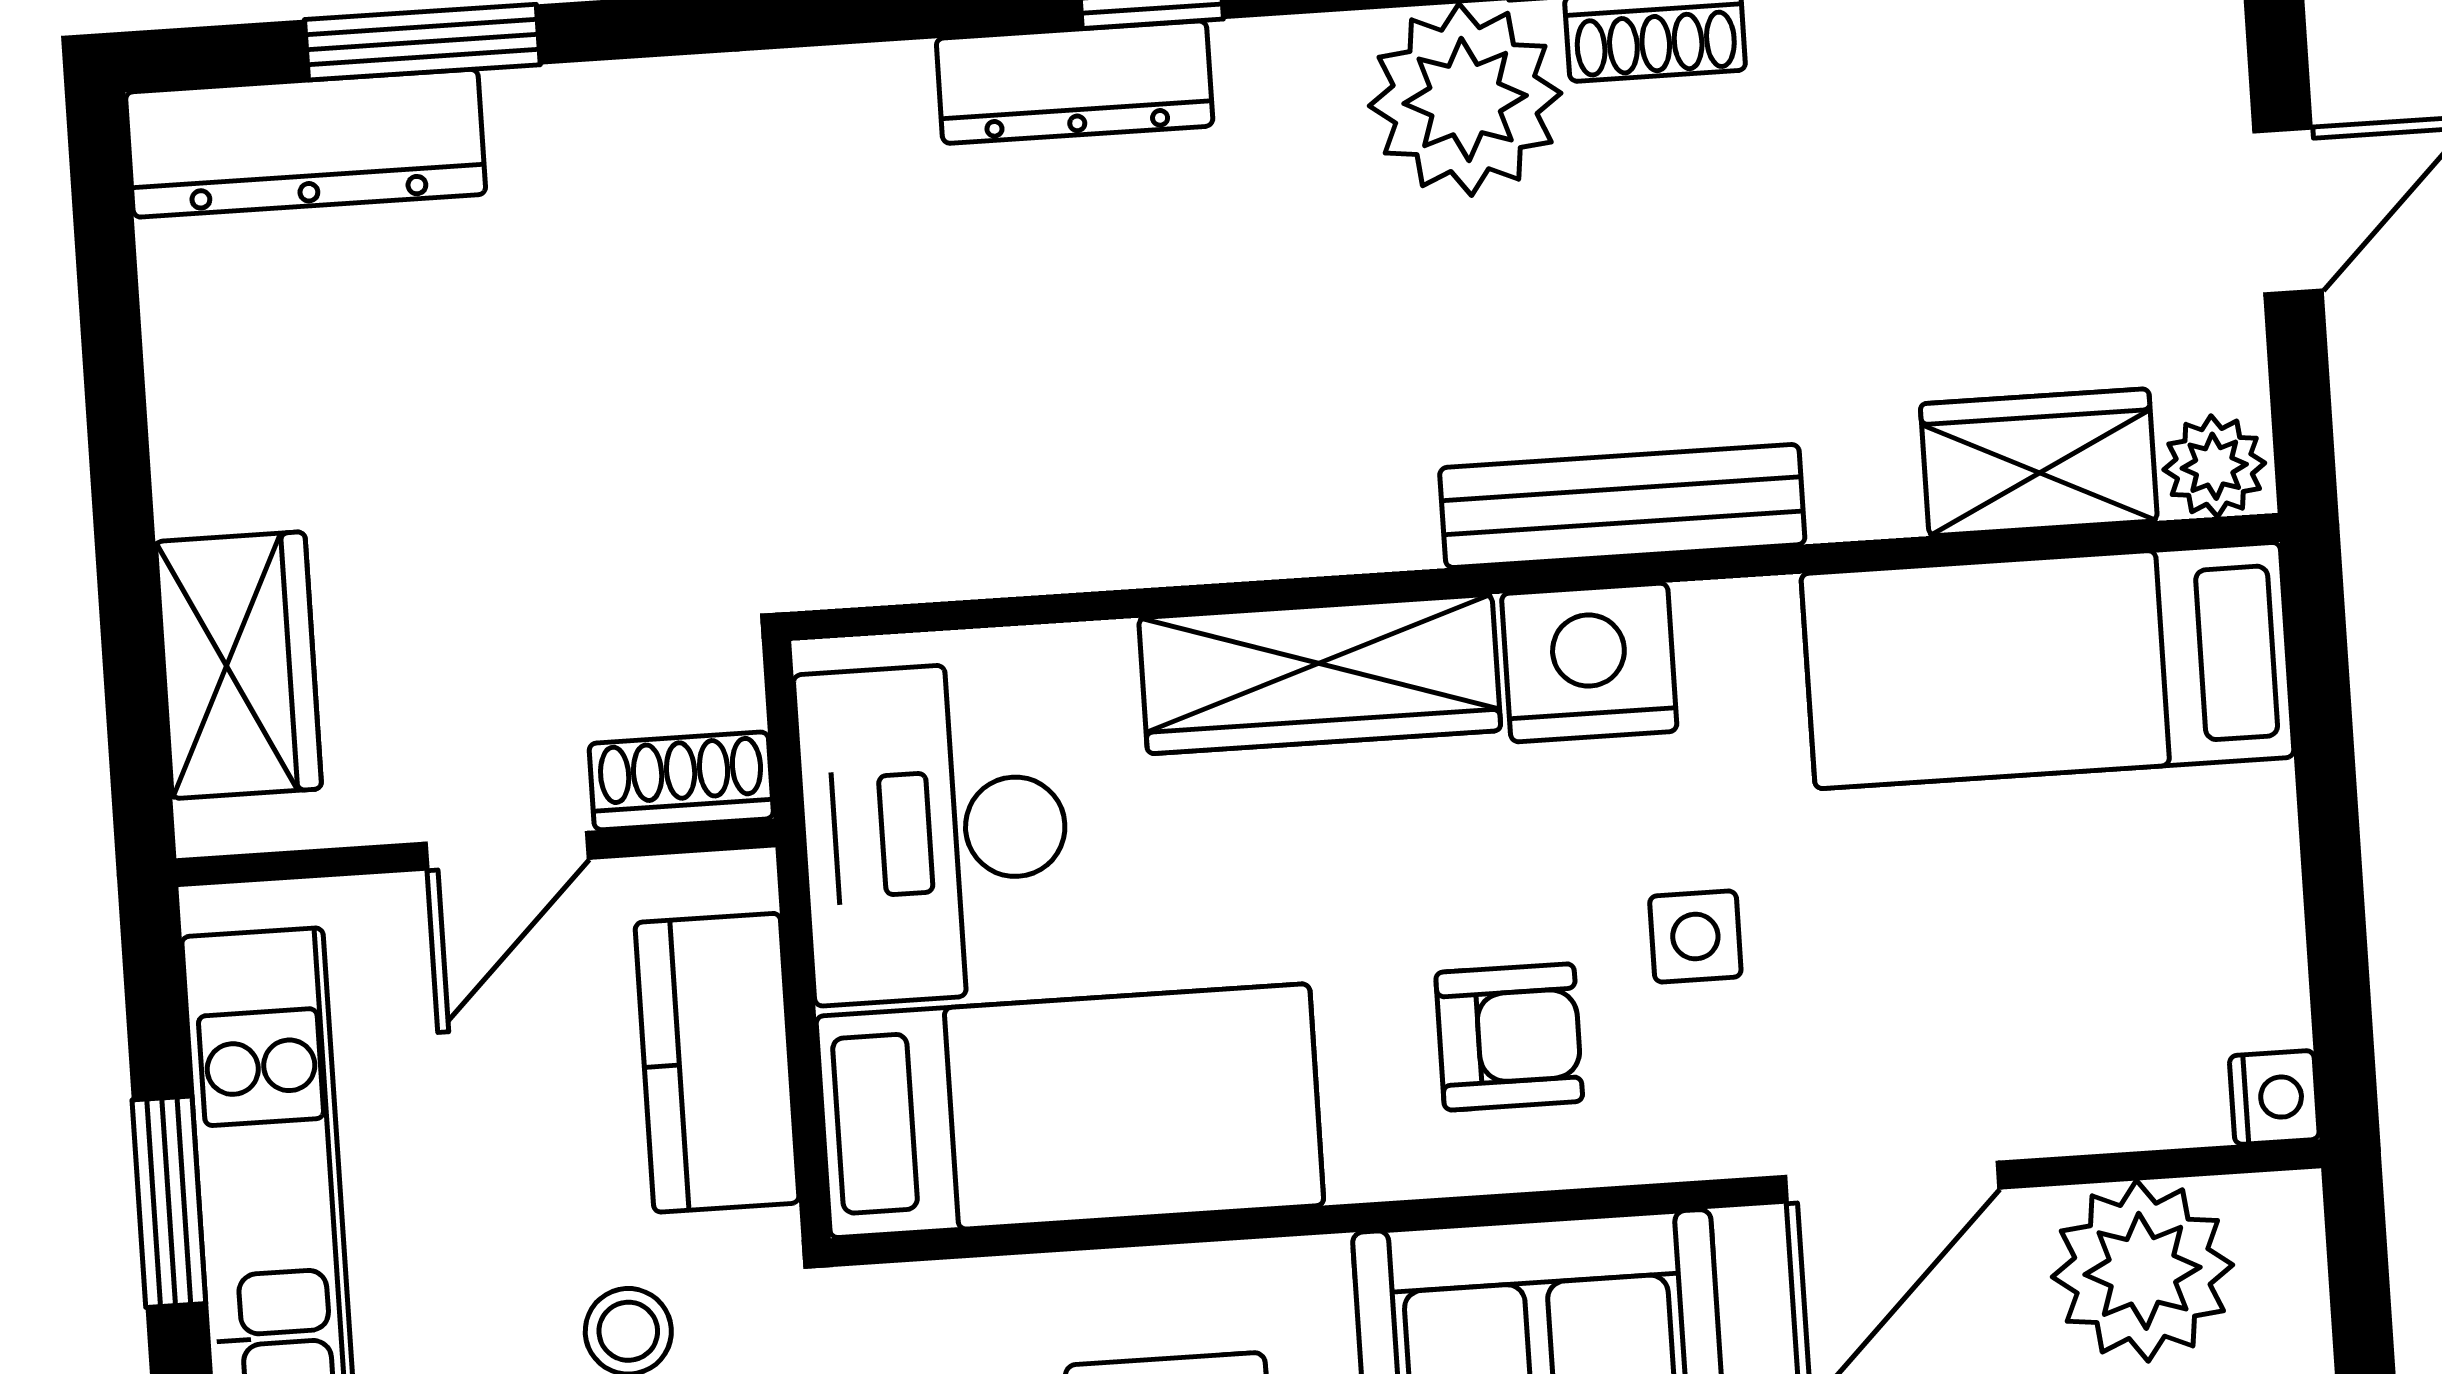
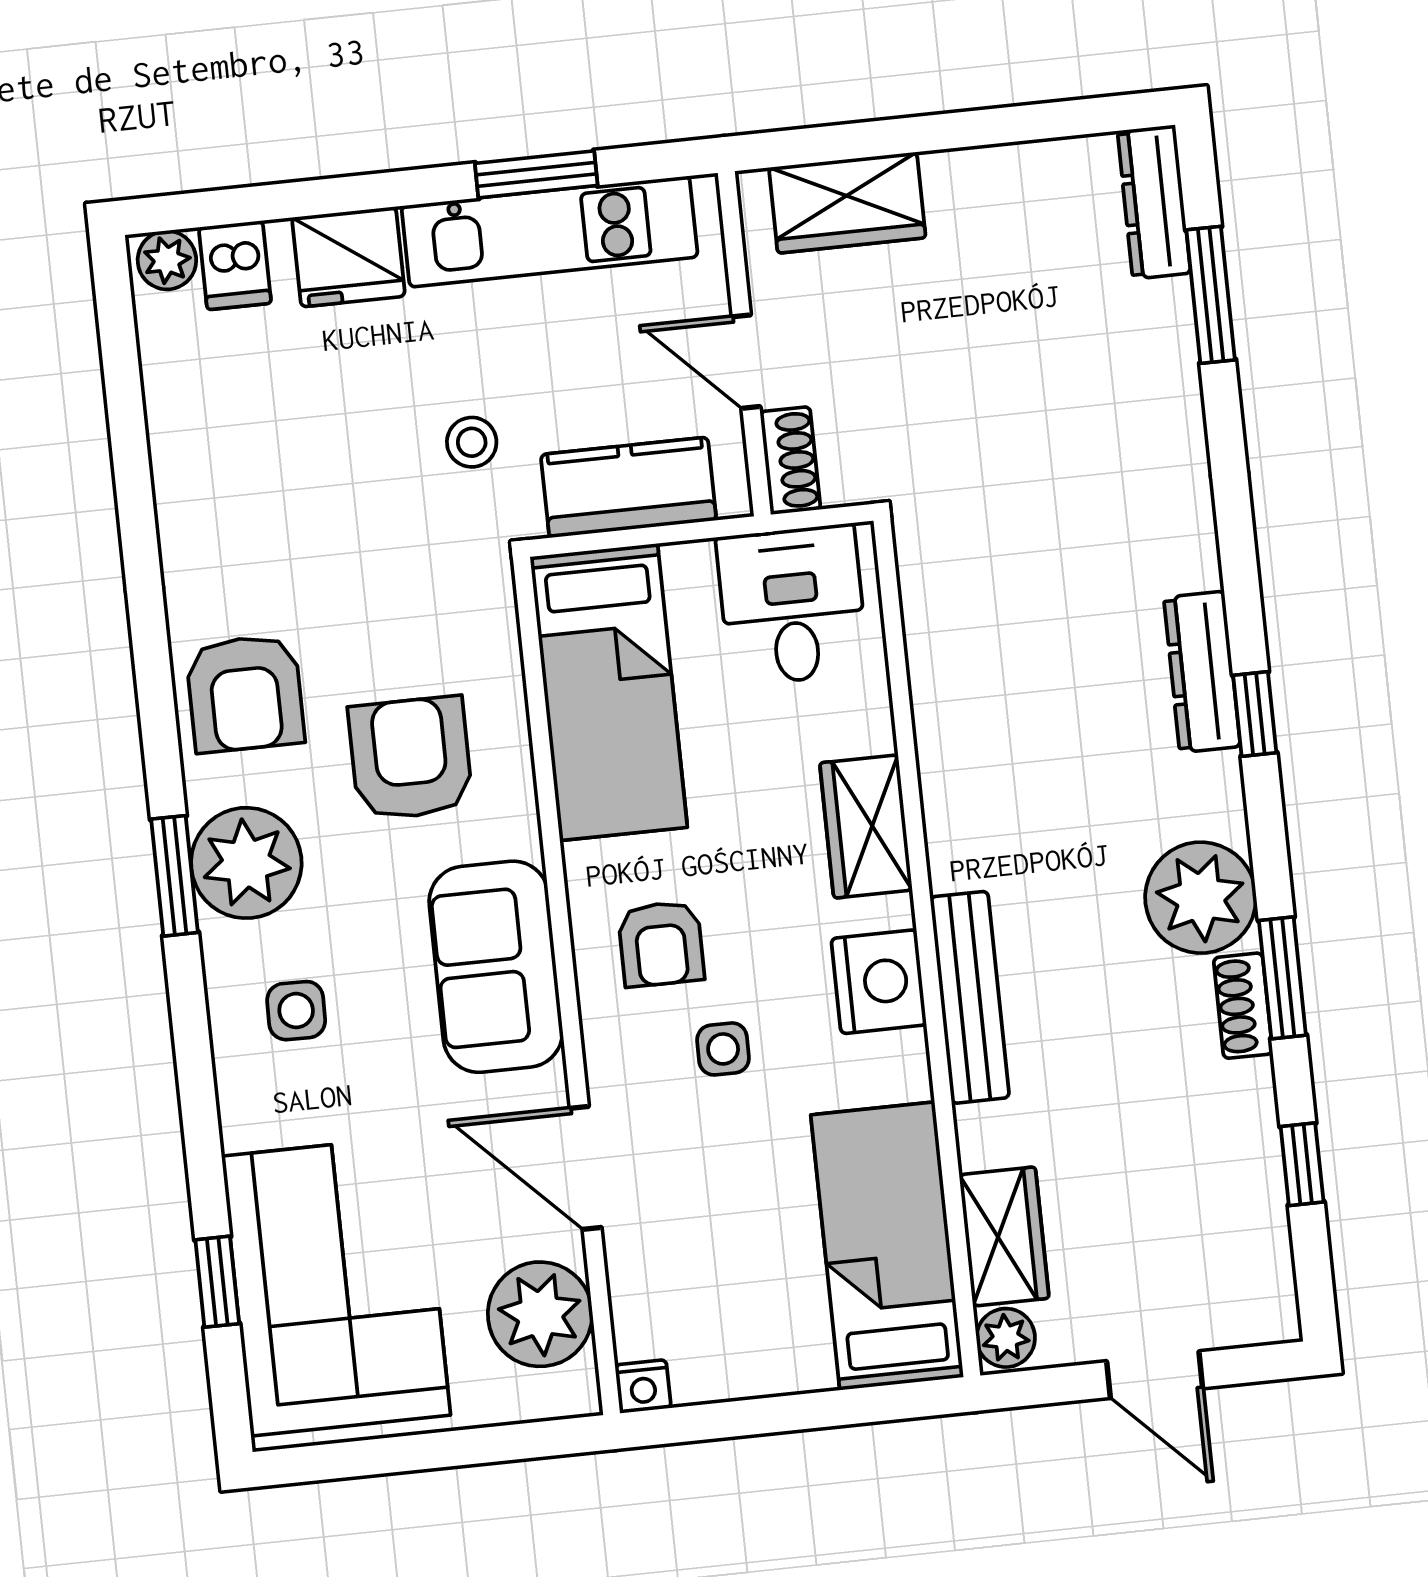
dresser: (306, 143) -> (1154, 202), width x0.73, depth x0.80
wardrobe: (1320, 674) -> (866, 826), width x0.67
desk: (934, 832) -> (792, 605), width x0.73

